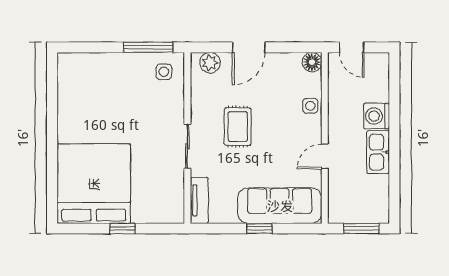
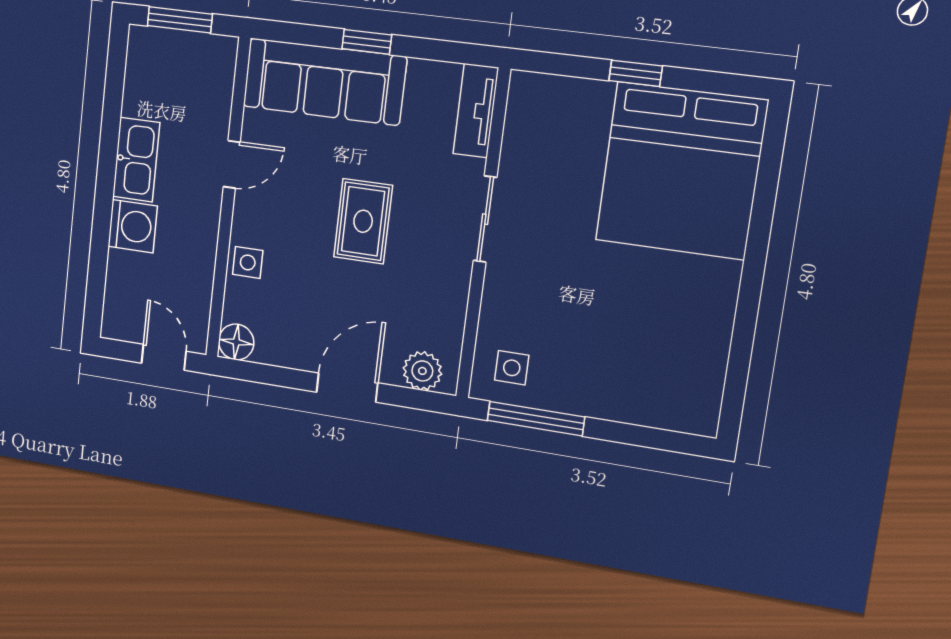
rug: (238, 127) -> (363, 221), moved

